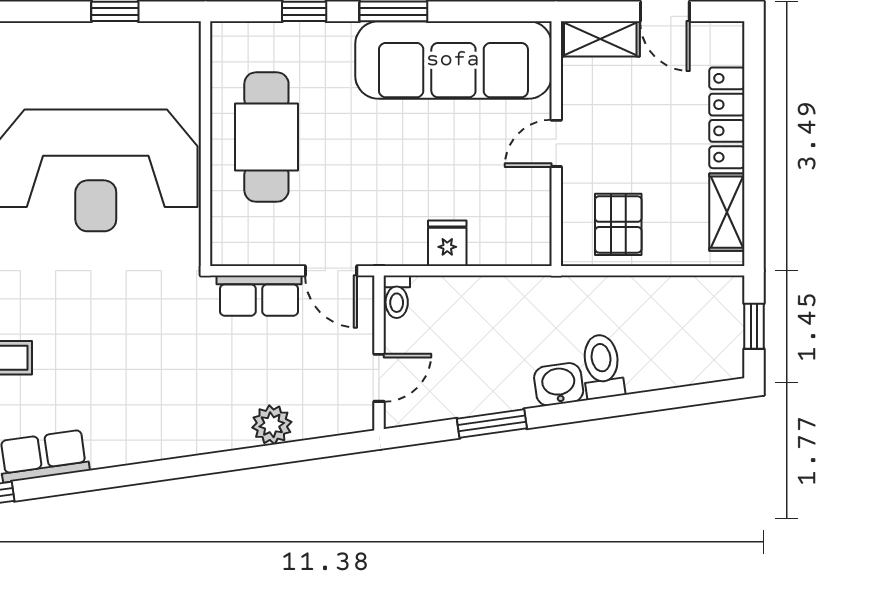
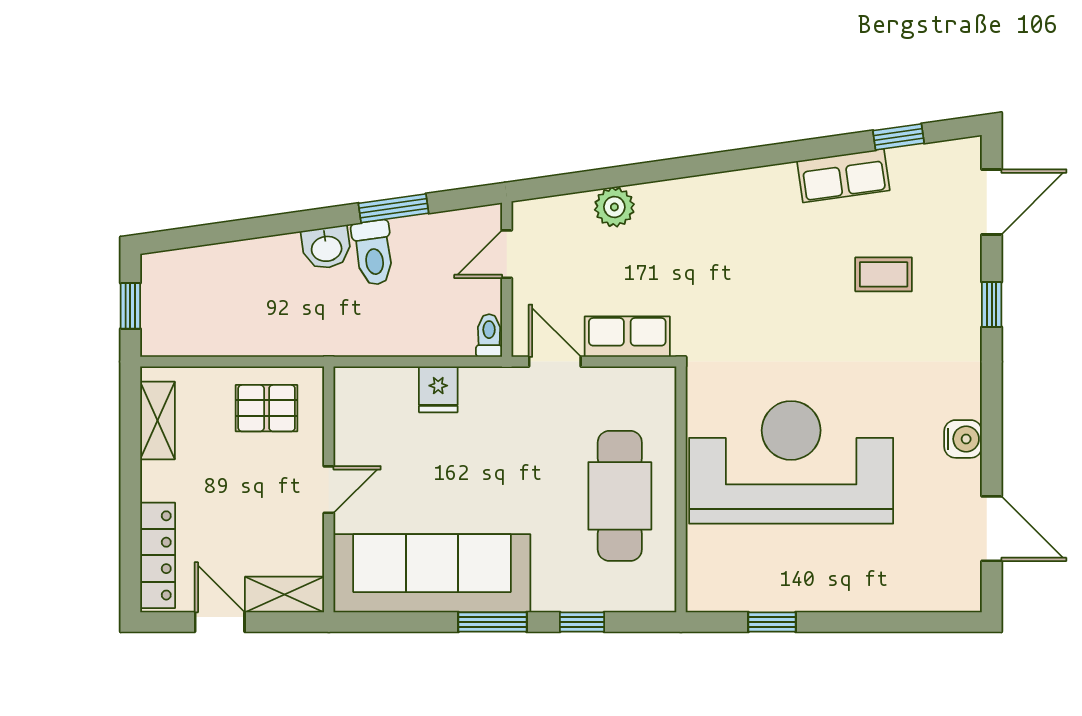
locker: (727, 118) -> (158, 555), moved
pallet: (618, 224) -> (267, 408), turned 90
toilet: (602, 366) -> (373, 253), moved

